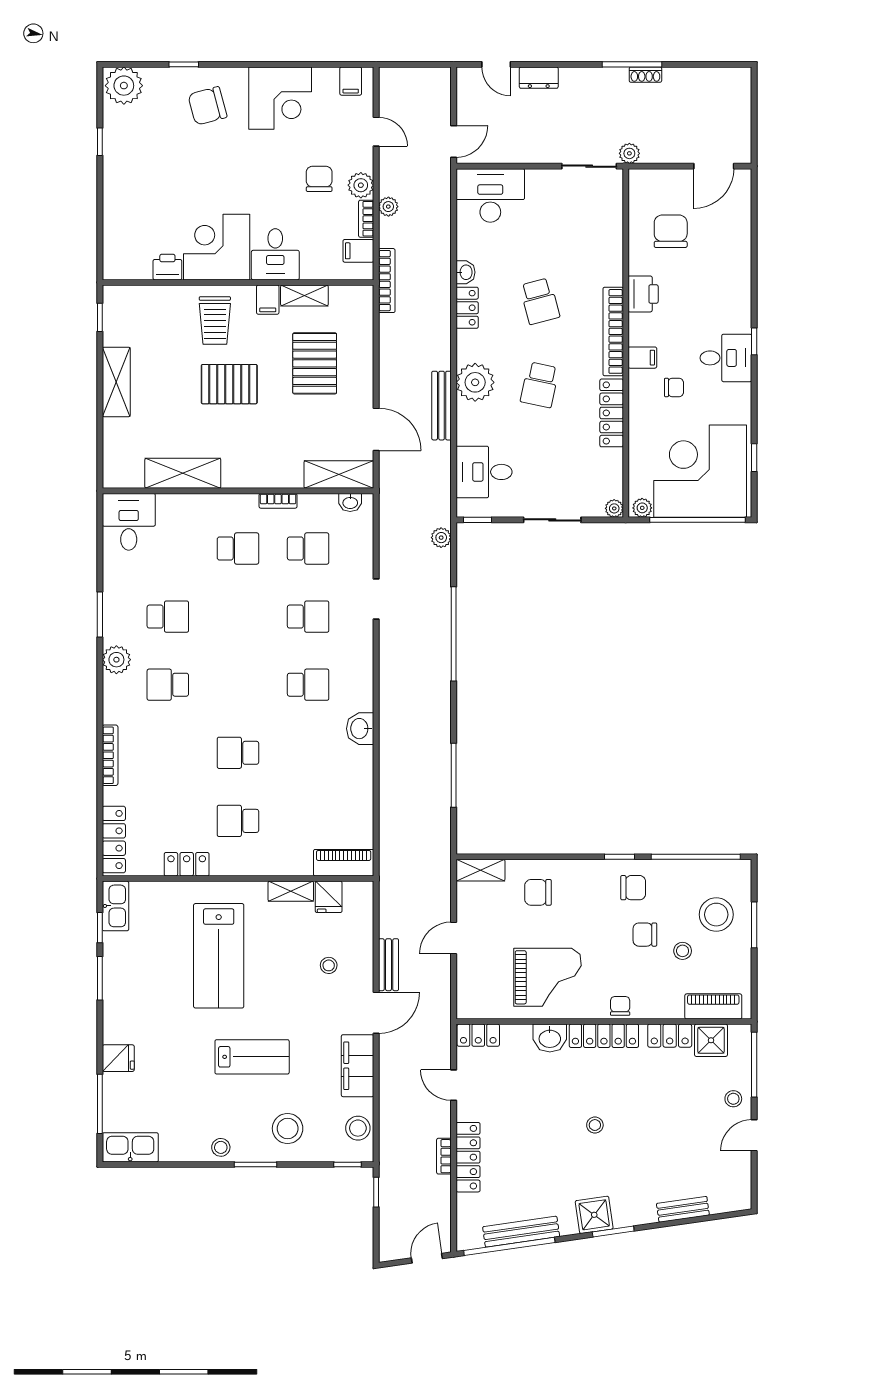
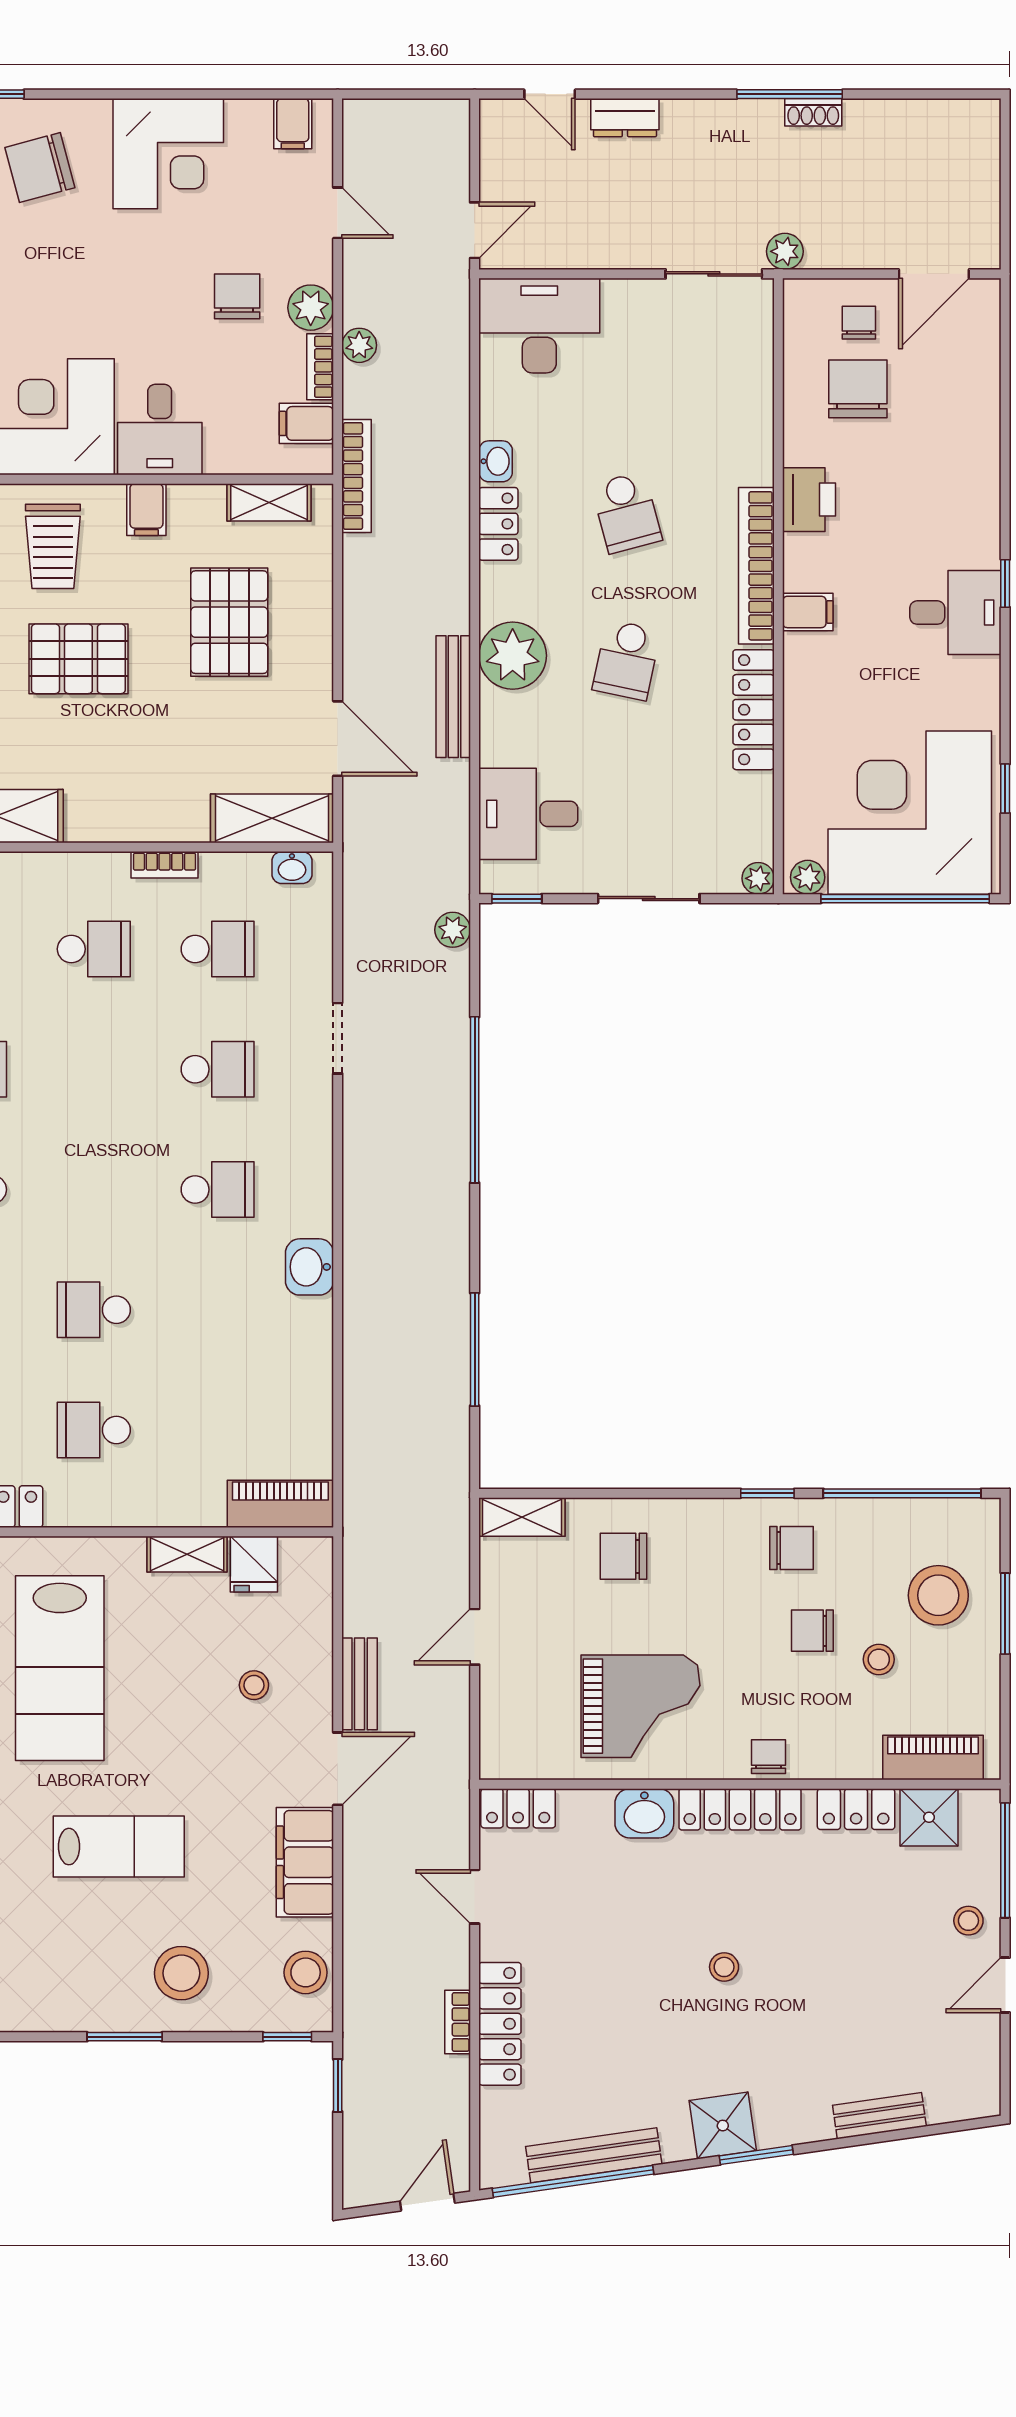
shelving: (304, 296) -> (269, 502), moved
chair: (674, 387) -> (859, 323), moved, turned -90
stool: (221, 1147) -> (64, 2006), removed

